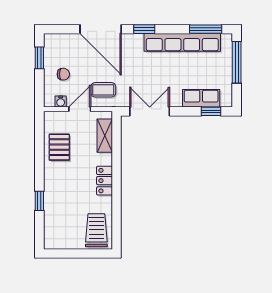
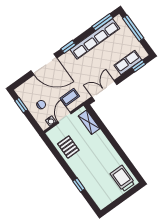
locker: (105, 181) -> (107, 147), removed

